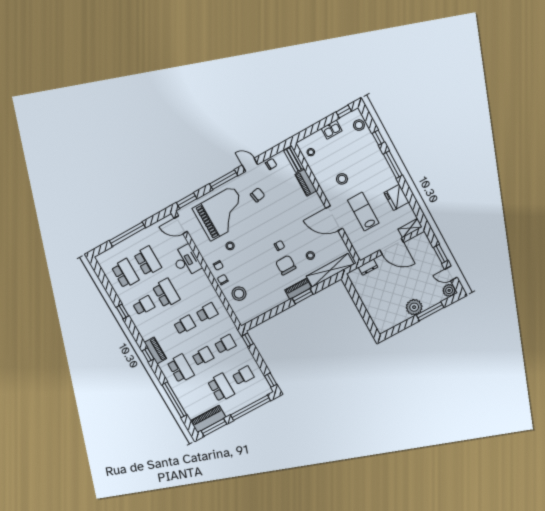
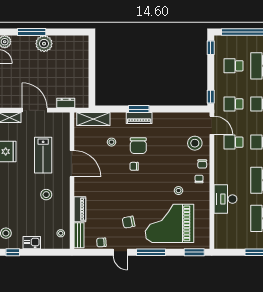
door: (181, 225) -> (212, 125), moved
shelving: (330, 270) -> (93, 119), width x0.68

